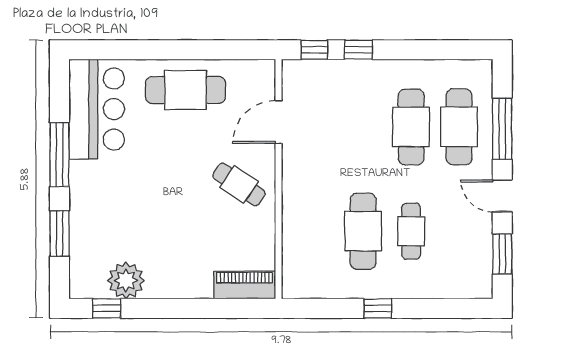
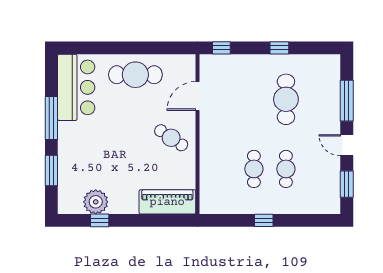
window: (358, 50) -> (279, 48), moved
cafe table: (459, 127) -> (318, 99), removed
cafe table: (363, 231) -> (254, 169), width x0.73, depth x0.74
piano: (245, 285) -> (167, 202), width x1.37, depth x1.33
window: (107, 308) -> (100, 220), moved

